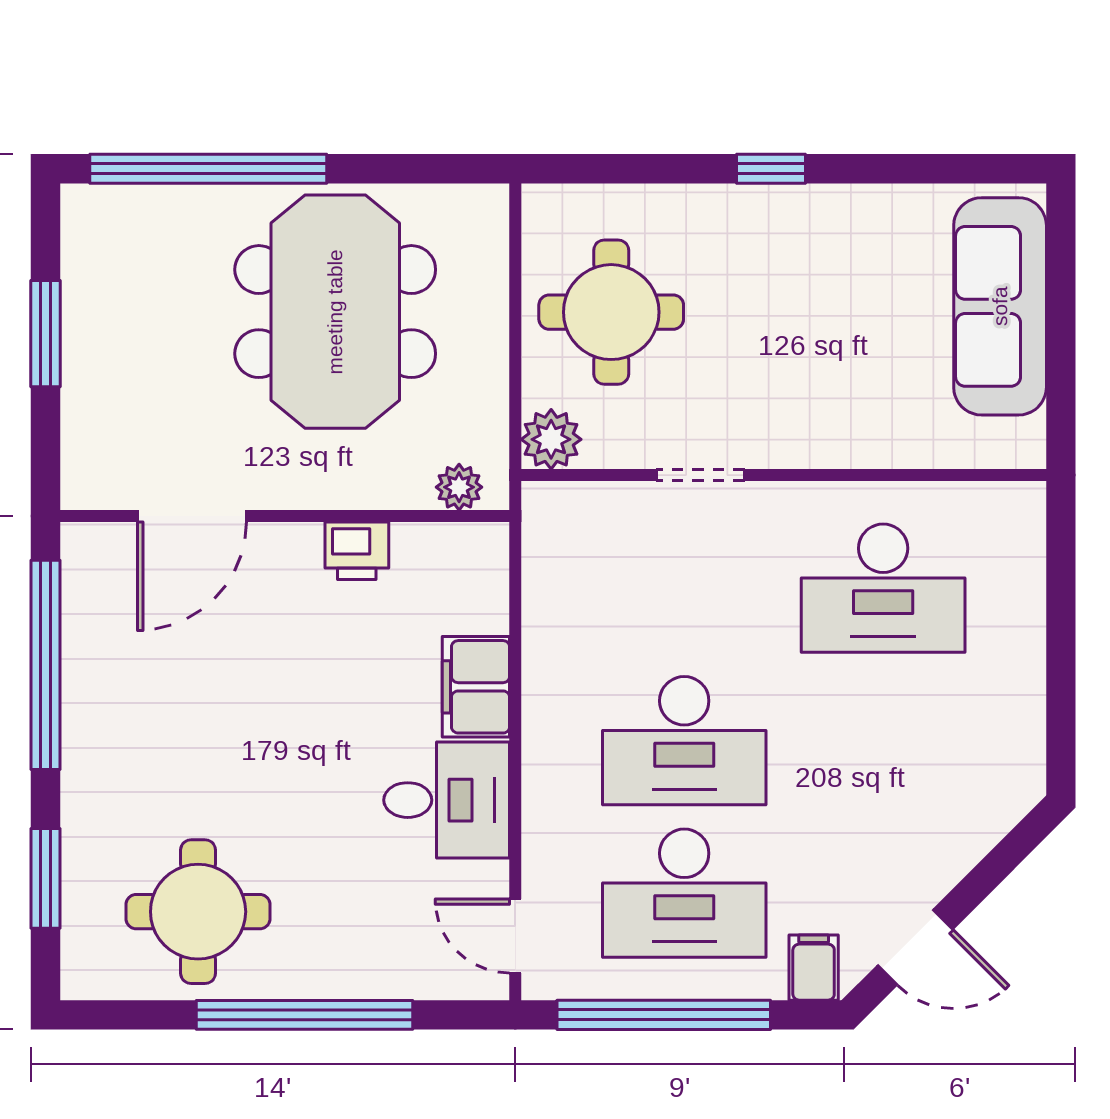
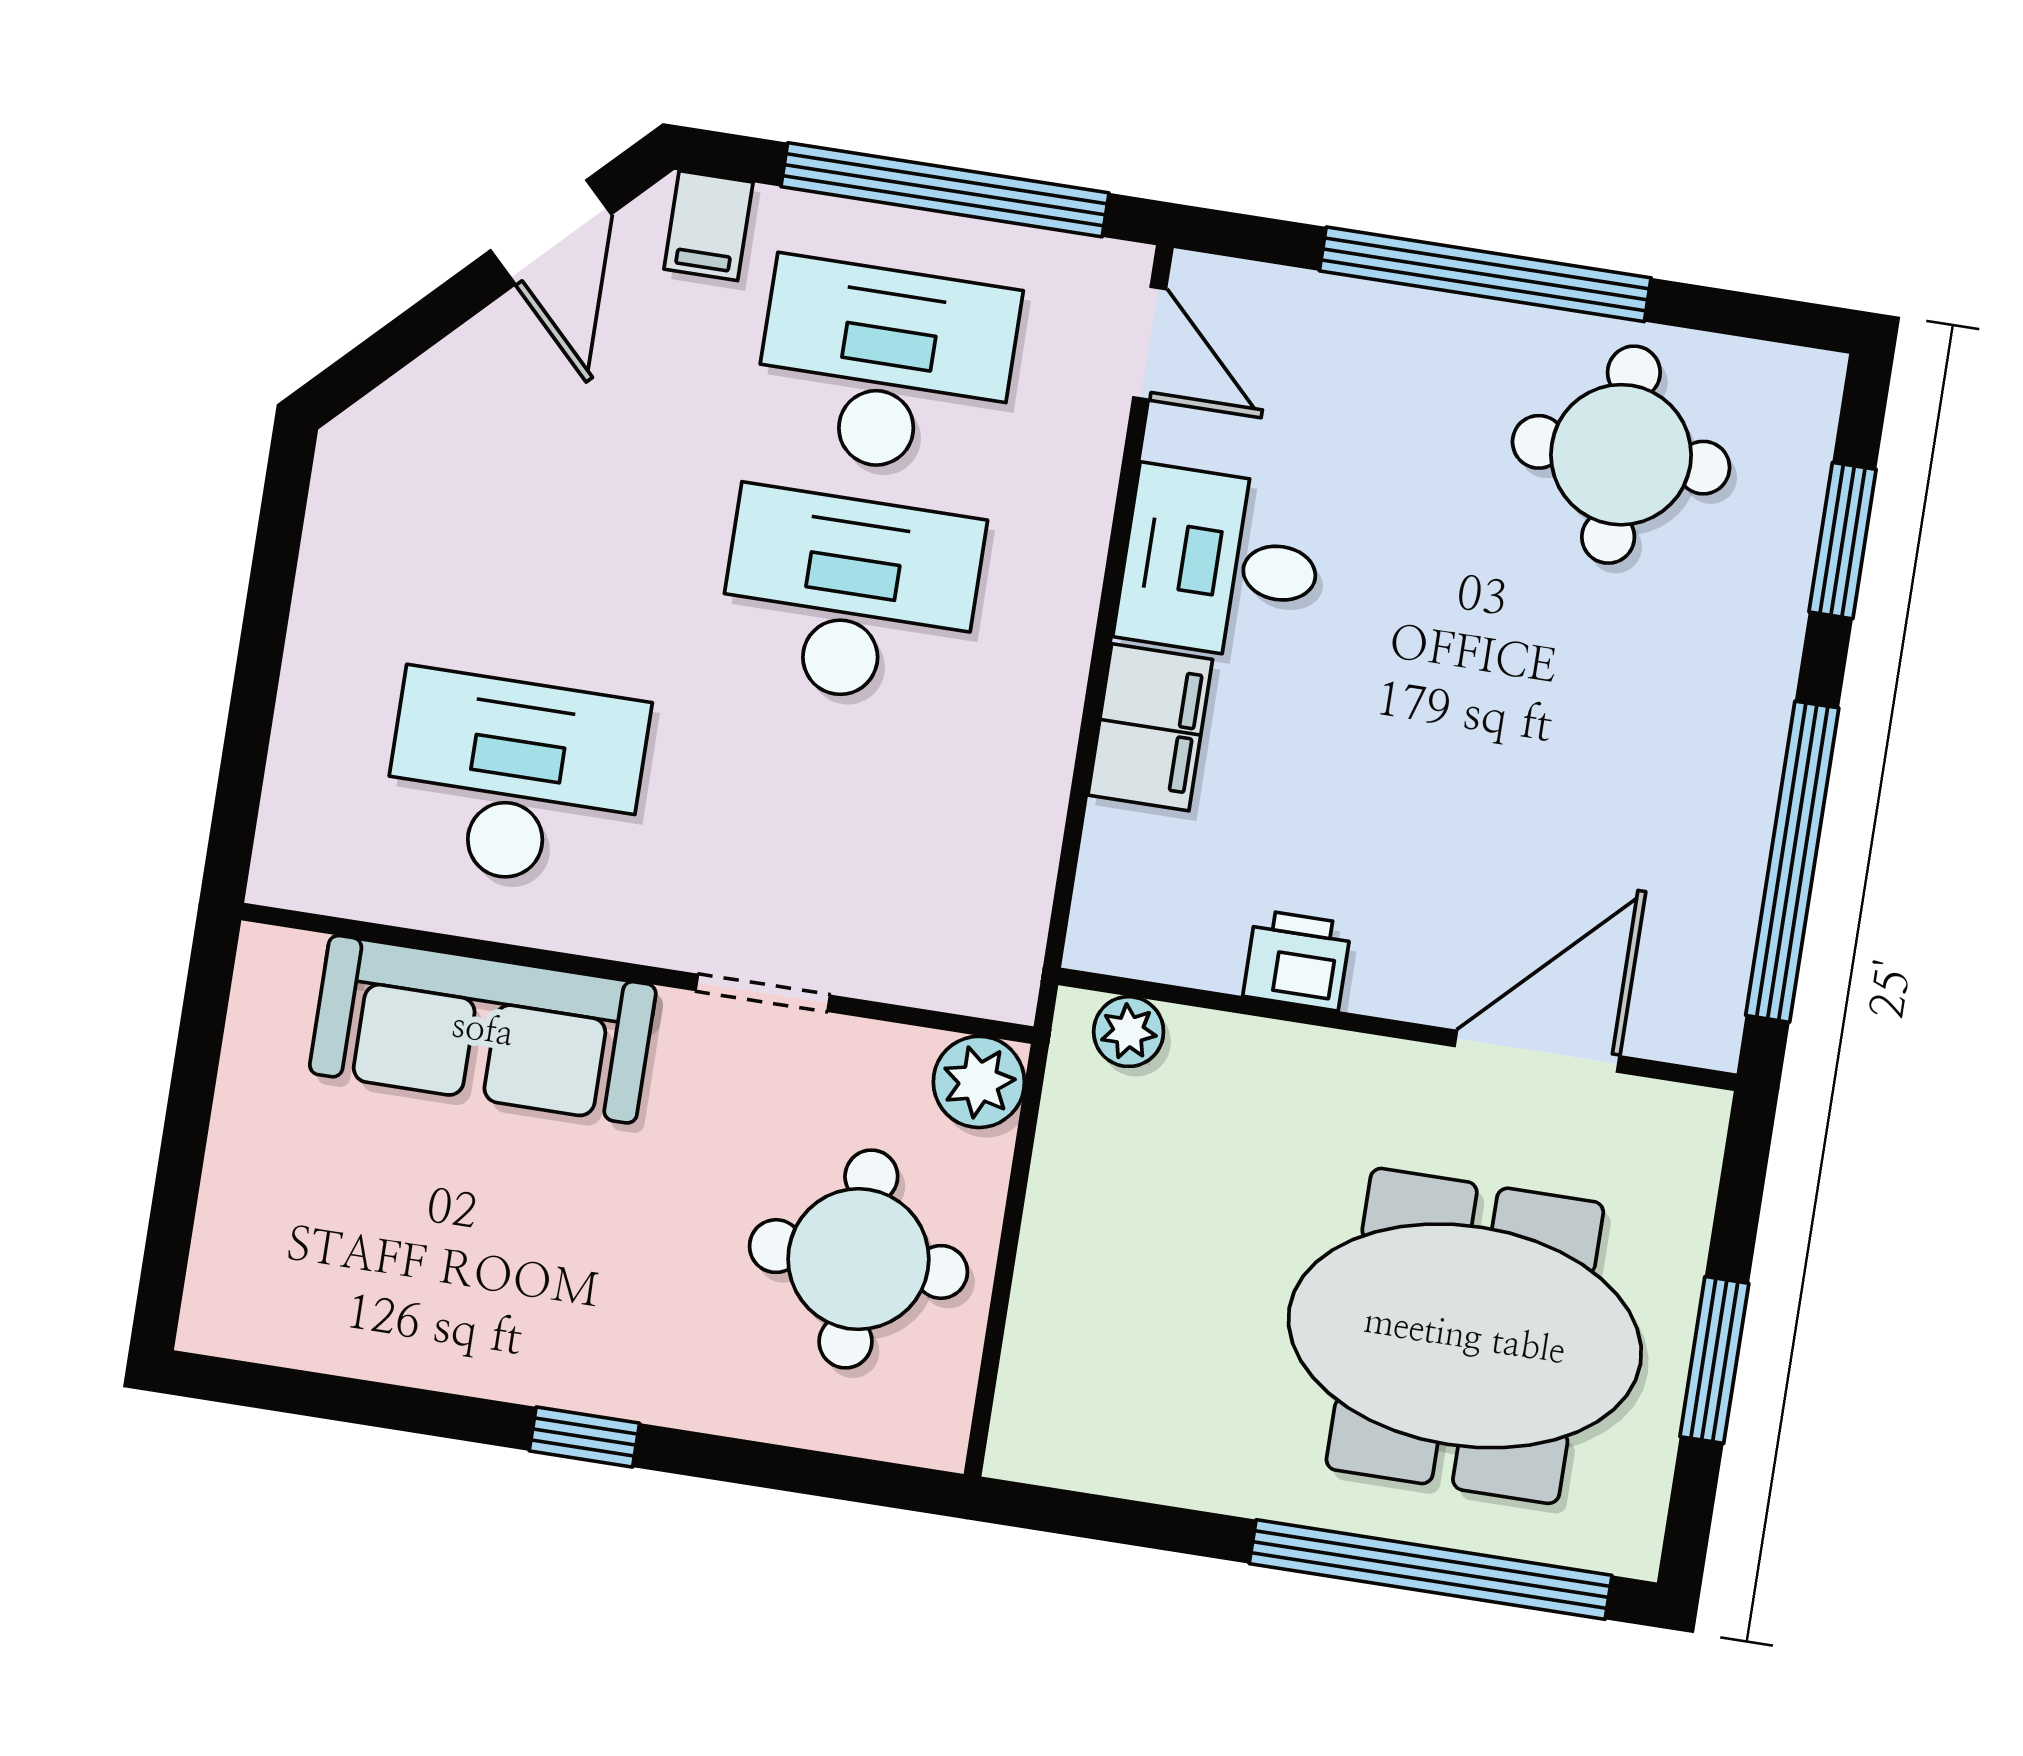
sofa: (1000, 306) -> (483, 1029), moved, turned 90
meeting table: (335, 312) -> (1465, 1336), moved, turned 90
door: (915, 947) -> (551, 232), swing flipped

